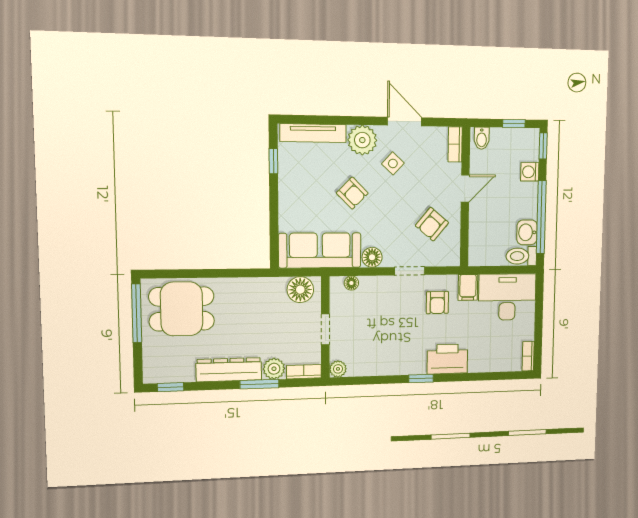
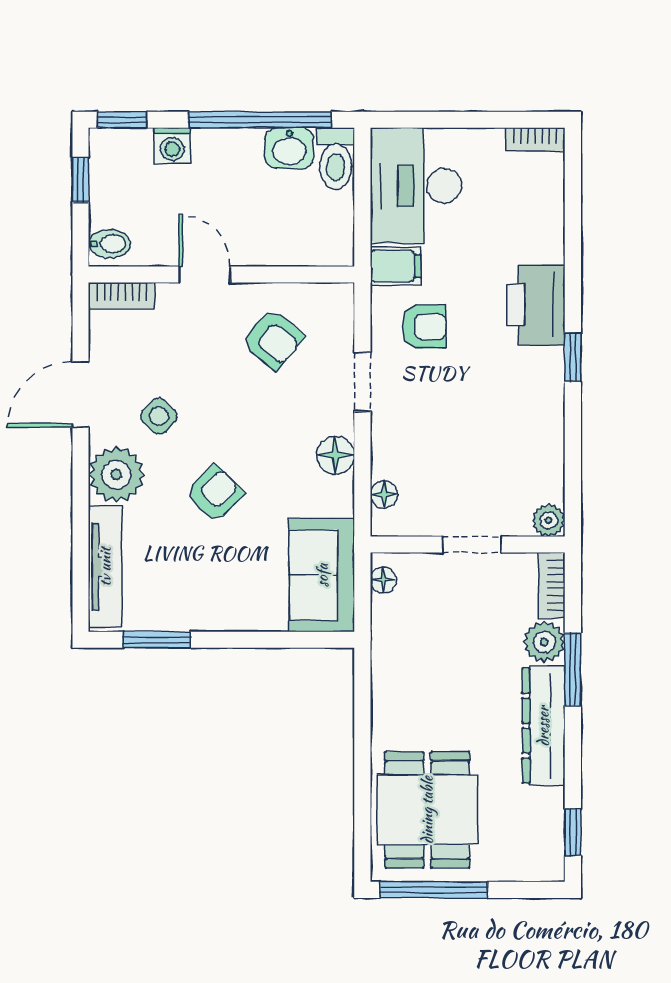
window: (273, 161) -> (157, 640), width x1.50
sofa: (320, 250) -> (322, 575), width x0.73
floor lamp: (300, 290) -> (383, 580), width x0.53, depth x0.53

